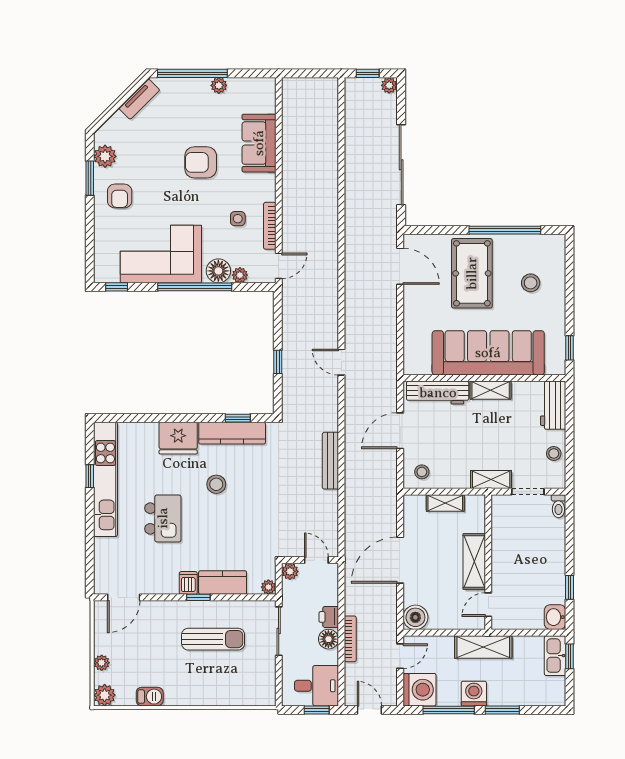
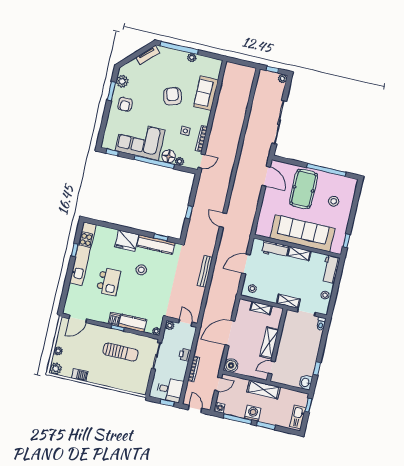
armchair: (201, 162) -> (173, 96), turned 74
workbench: (438, 393) -> (275, 249), width x0.73
floor lamp: (328, 639) -> (182, 366), removed
kitchen sink: (555, 656) -> (298, 417), moved
washing machine: (419, 690) -> (219, 408), width x0.53, depth x0.53

